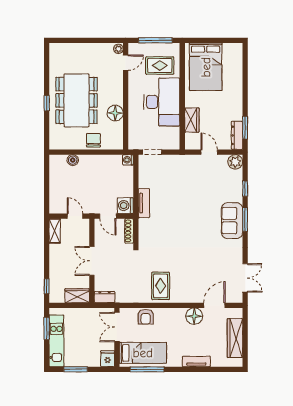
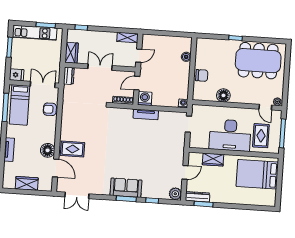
dining table: (77, 100) -> (258, 61), moved
rug: (161, 286) -> (72, 149), moved
wardrobe: (235, 338) -> (27, 183), width x0.67

